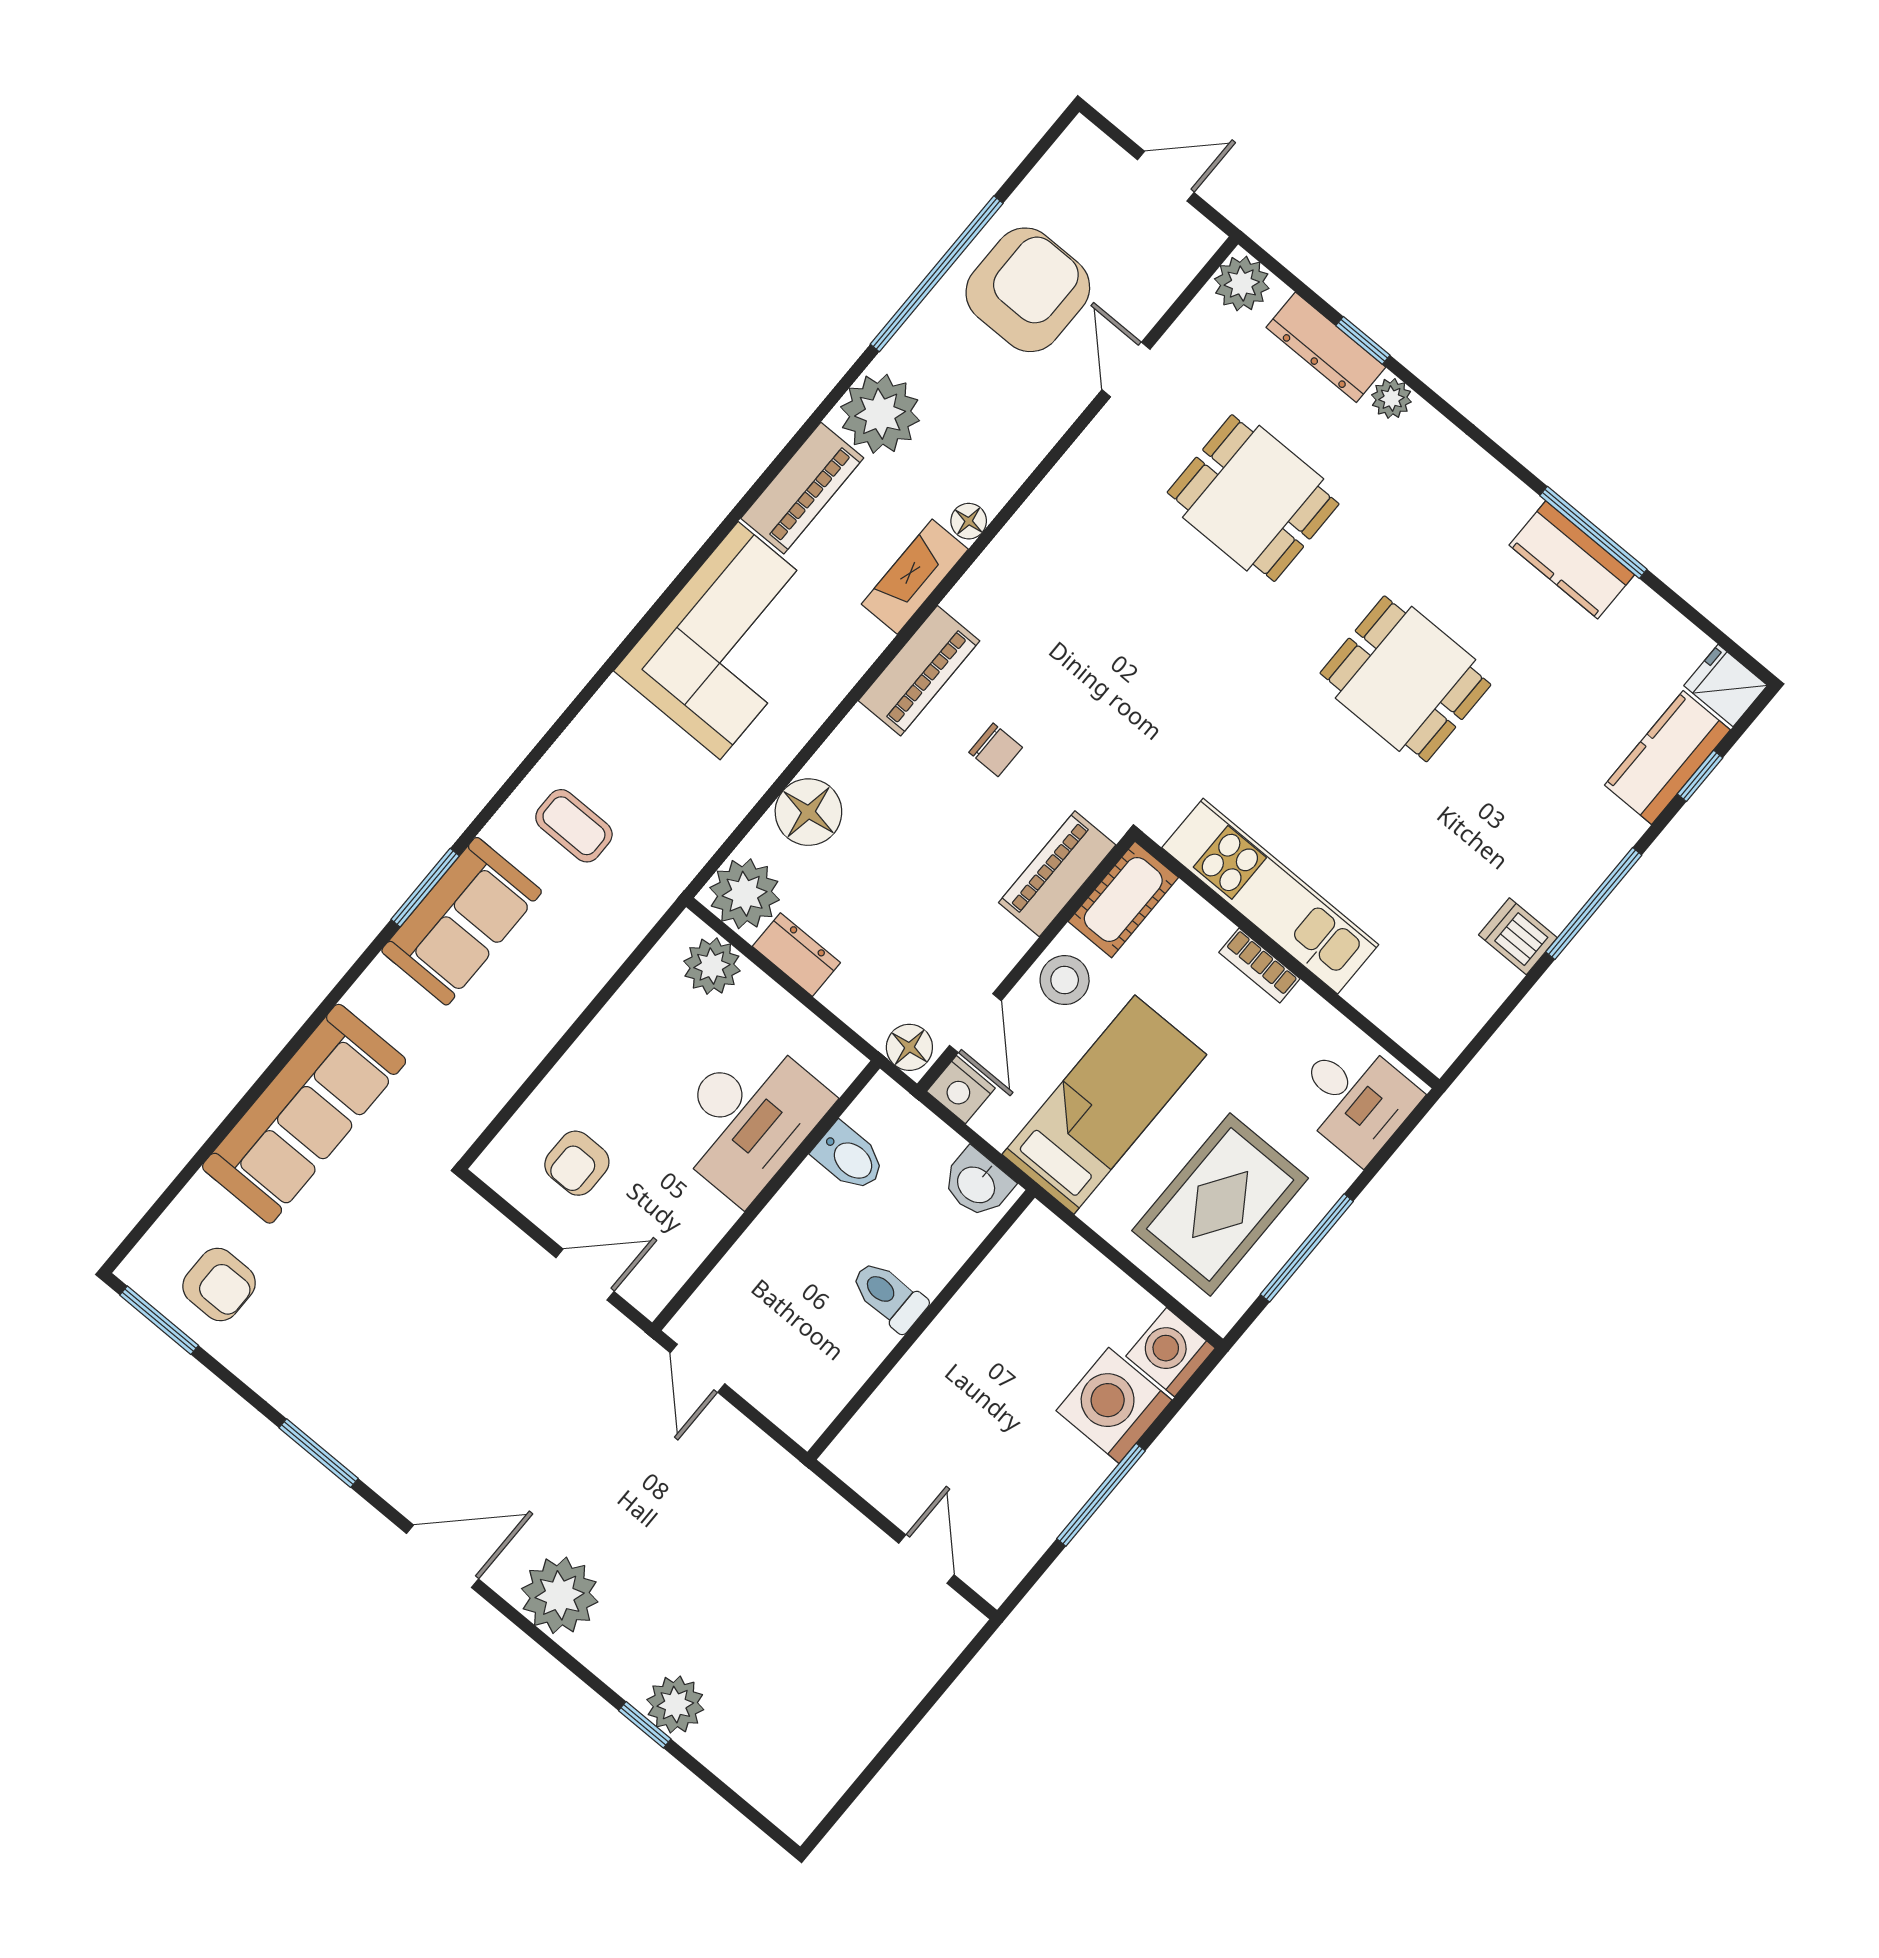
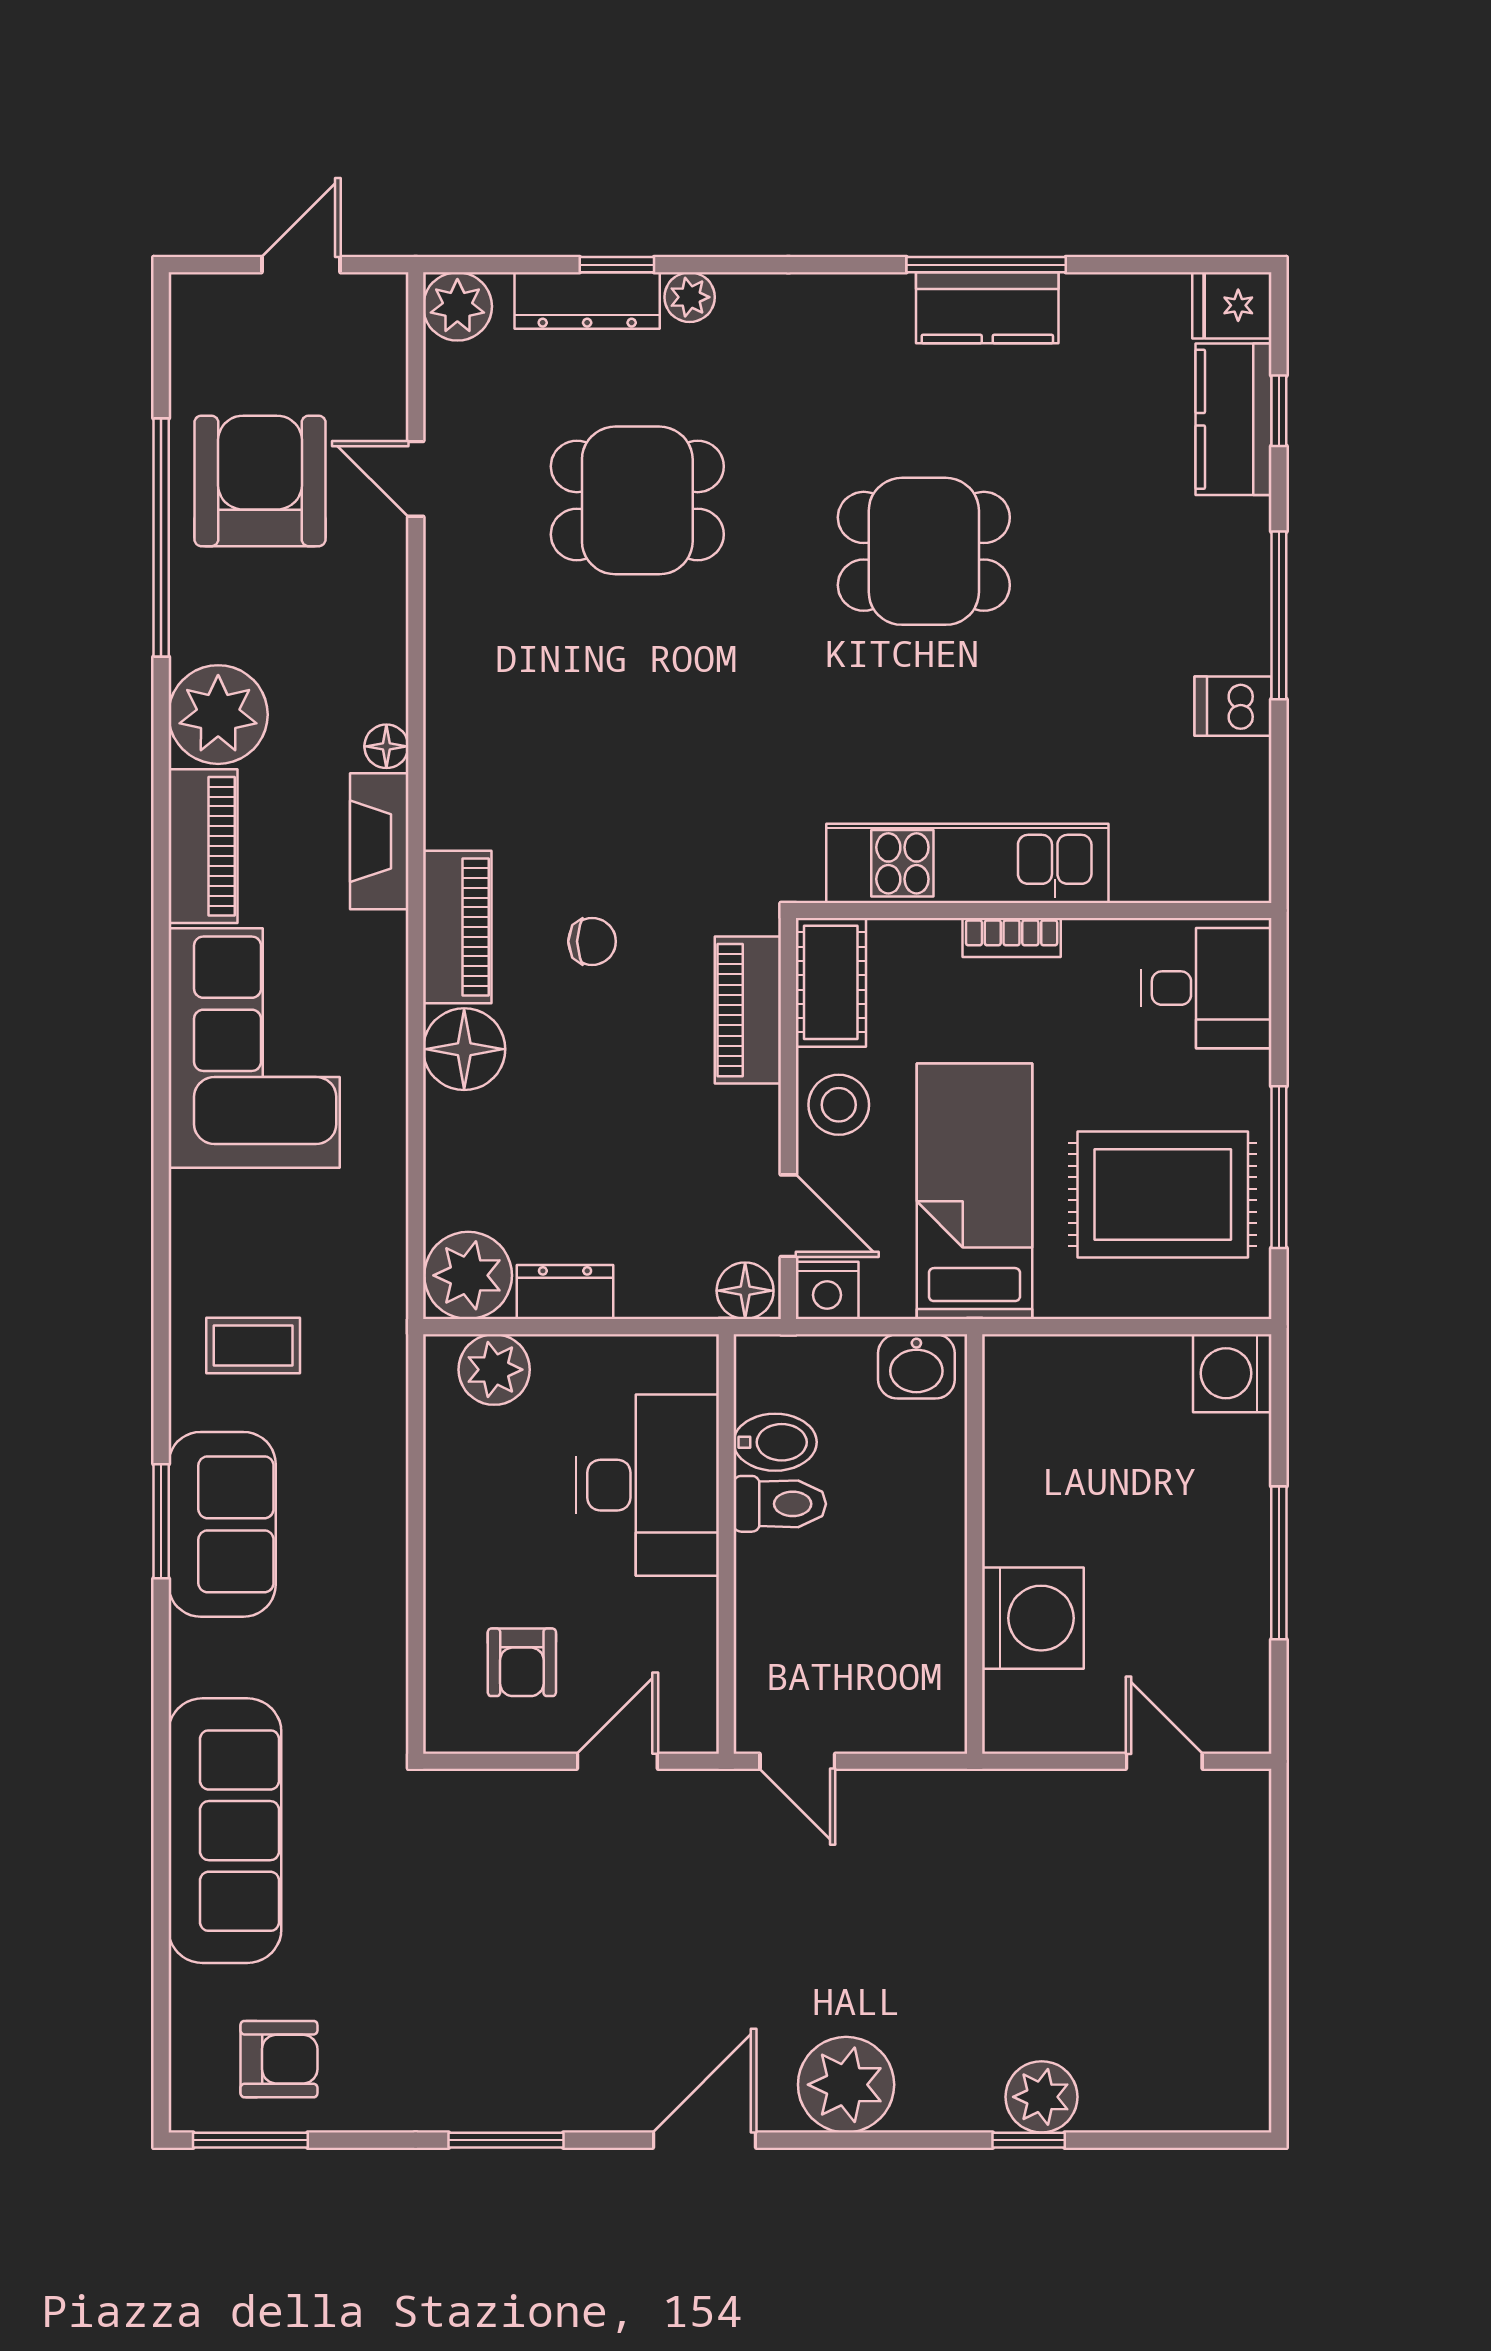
floor lamp: (808, 812) -> (464, 1049), moved
rug: (1220, 1204) -> (1163, 1195), turned 90
toilet: (889, 1296) -> (780, 1504), moved, turned 180
washing machine: (1114, 1405) -> (1033, 1618), moved, turned 180

